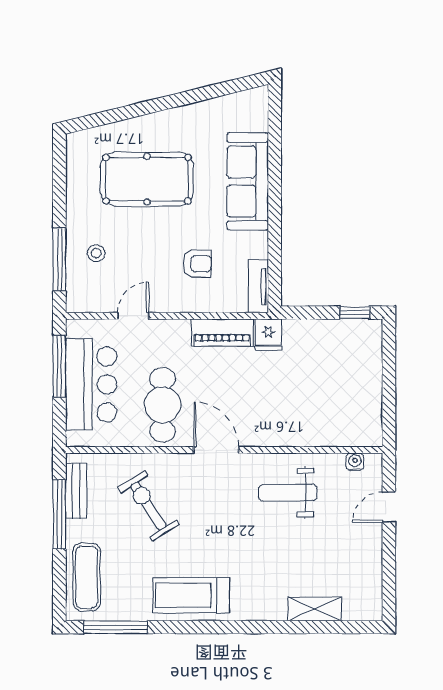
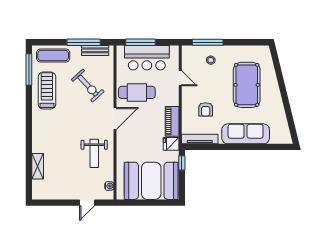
tv unit: (258, 286) -> (200, 139), width x1.41
window: (355, 313) -> (182, 163), moved
window: (59, 366) -> (140, 42), moved
booth: (344, 376) -> (151, 181), added
weight bench: (288, 493) -> (94, 153), turned 180
exercise bike: (148, 506) -> (88, 86), turned 80
door: (389, 507) -> (87, 203), swing flipped
treadmill: (191, 595) -> (47, 91), moved

